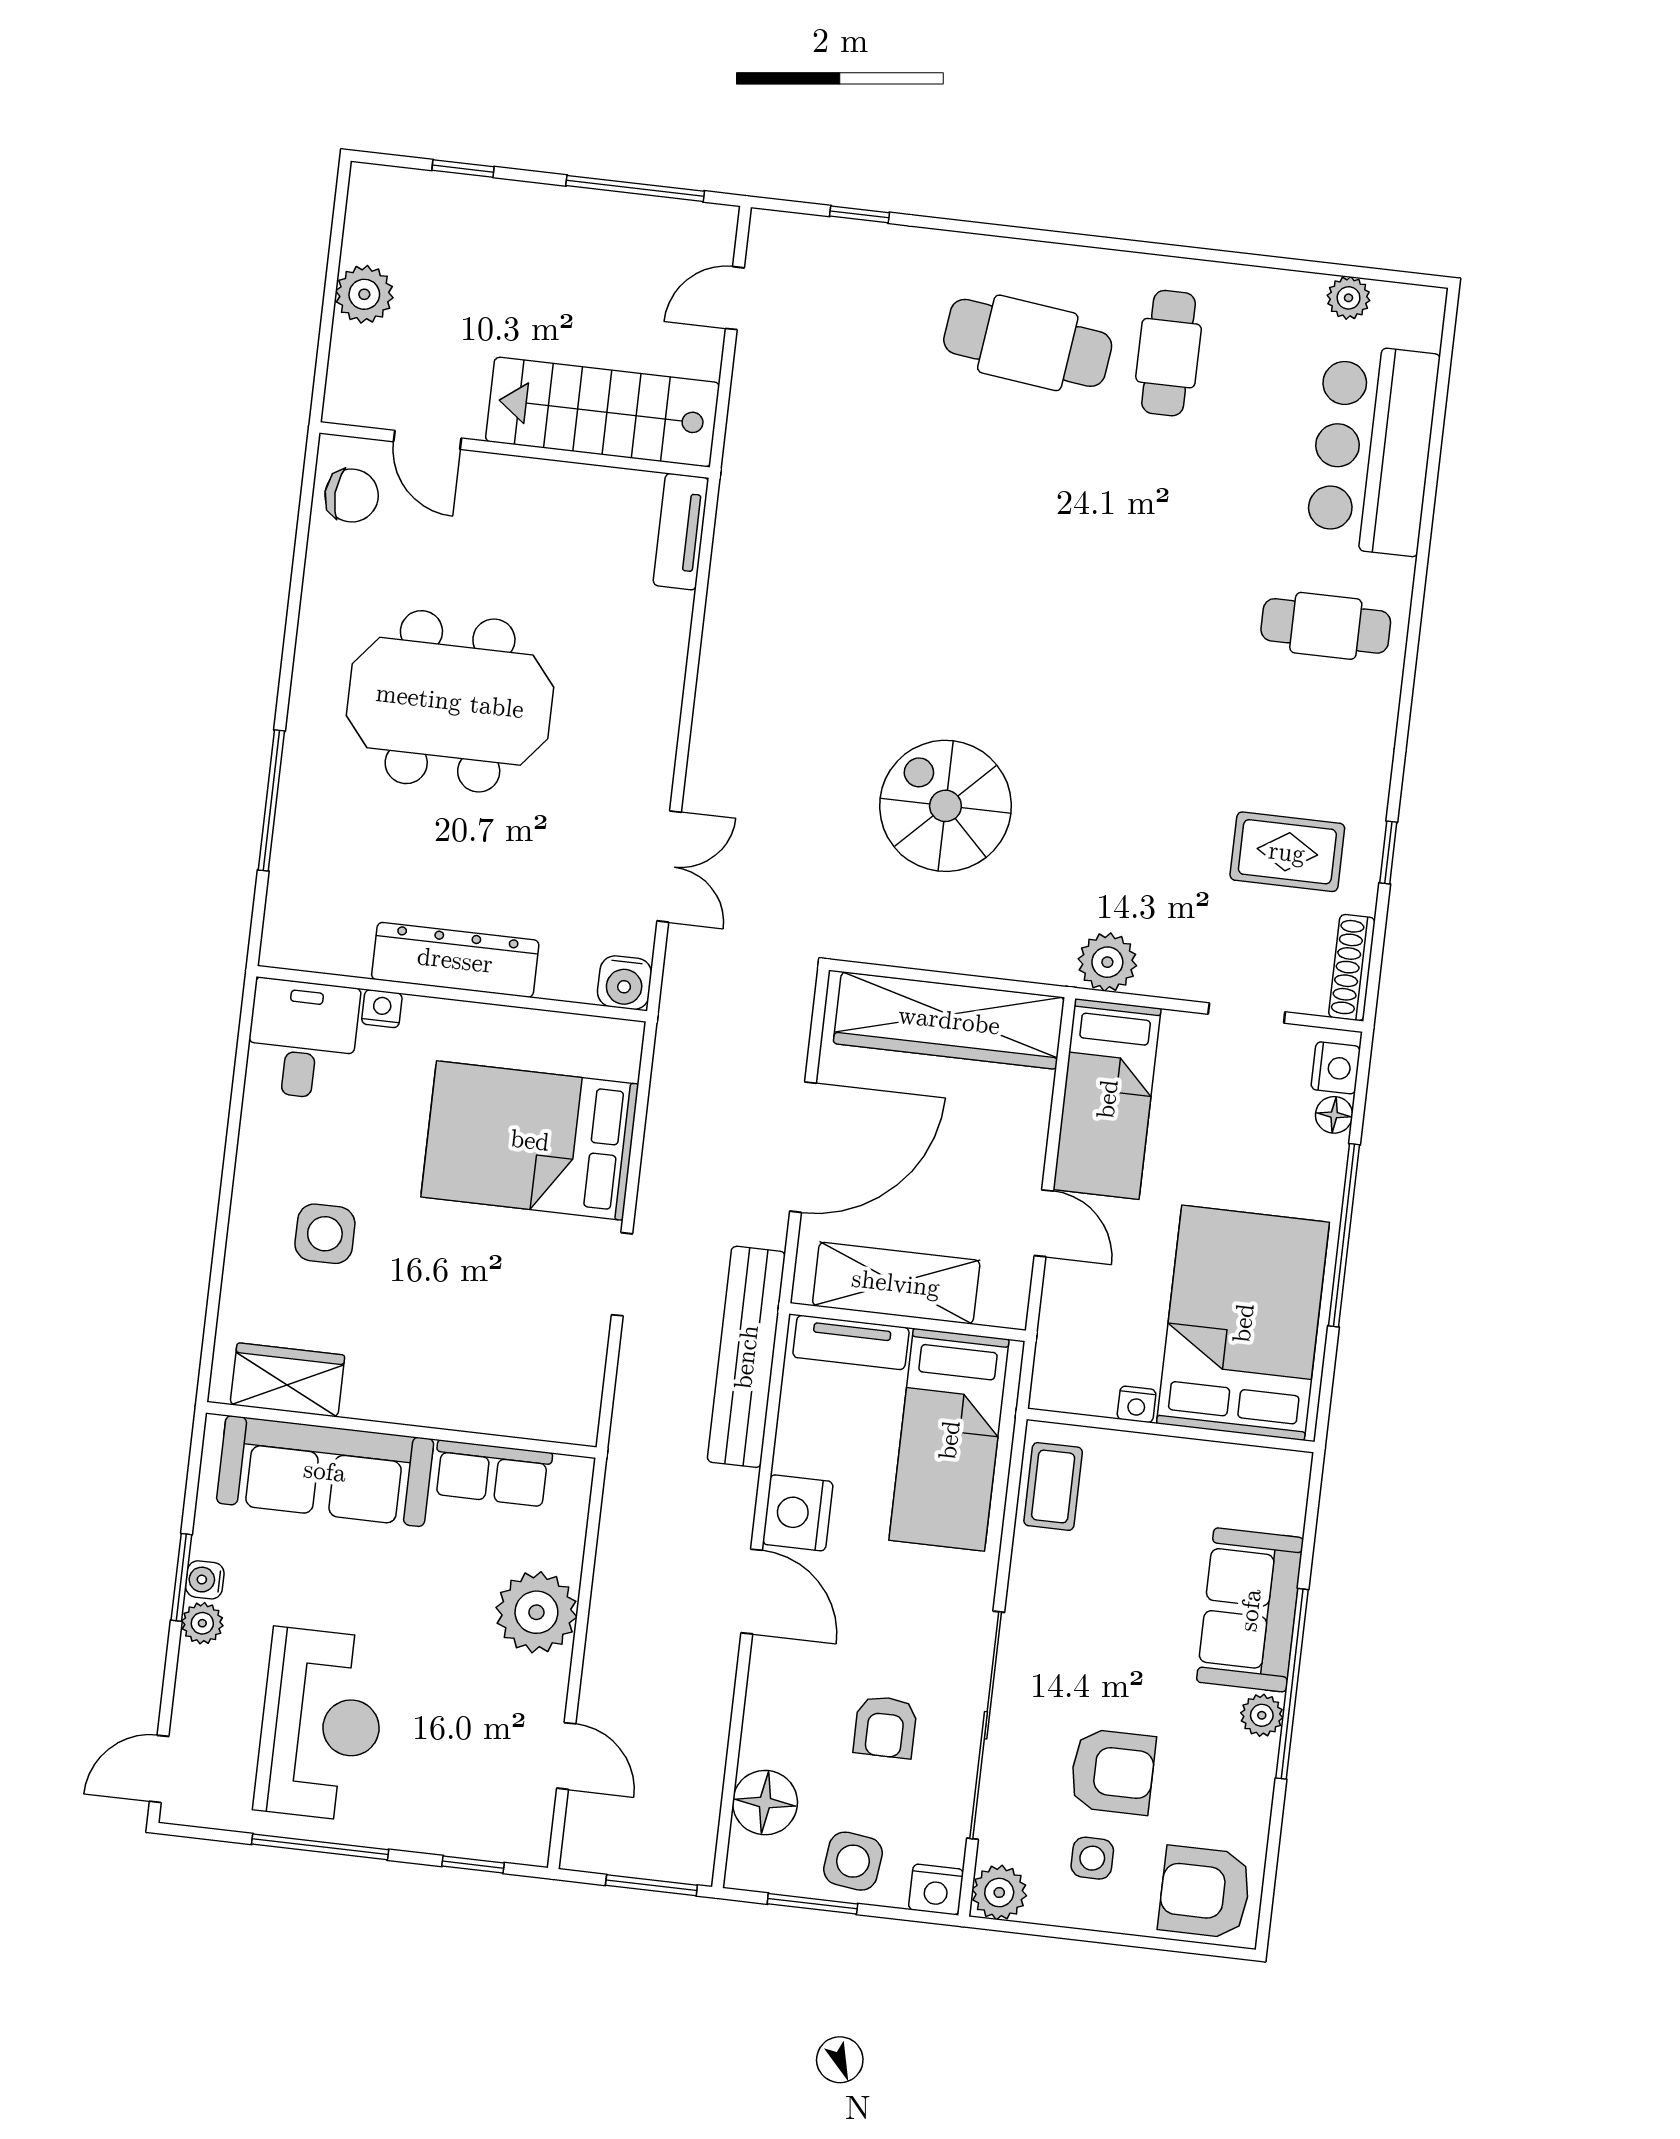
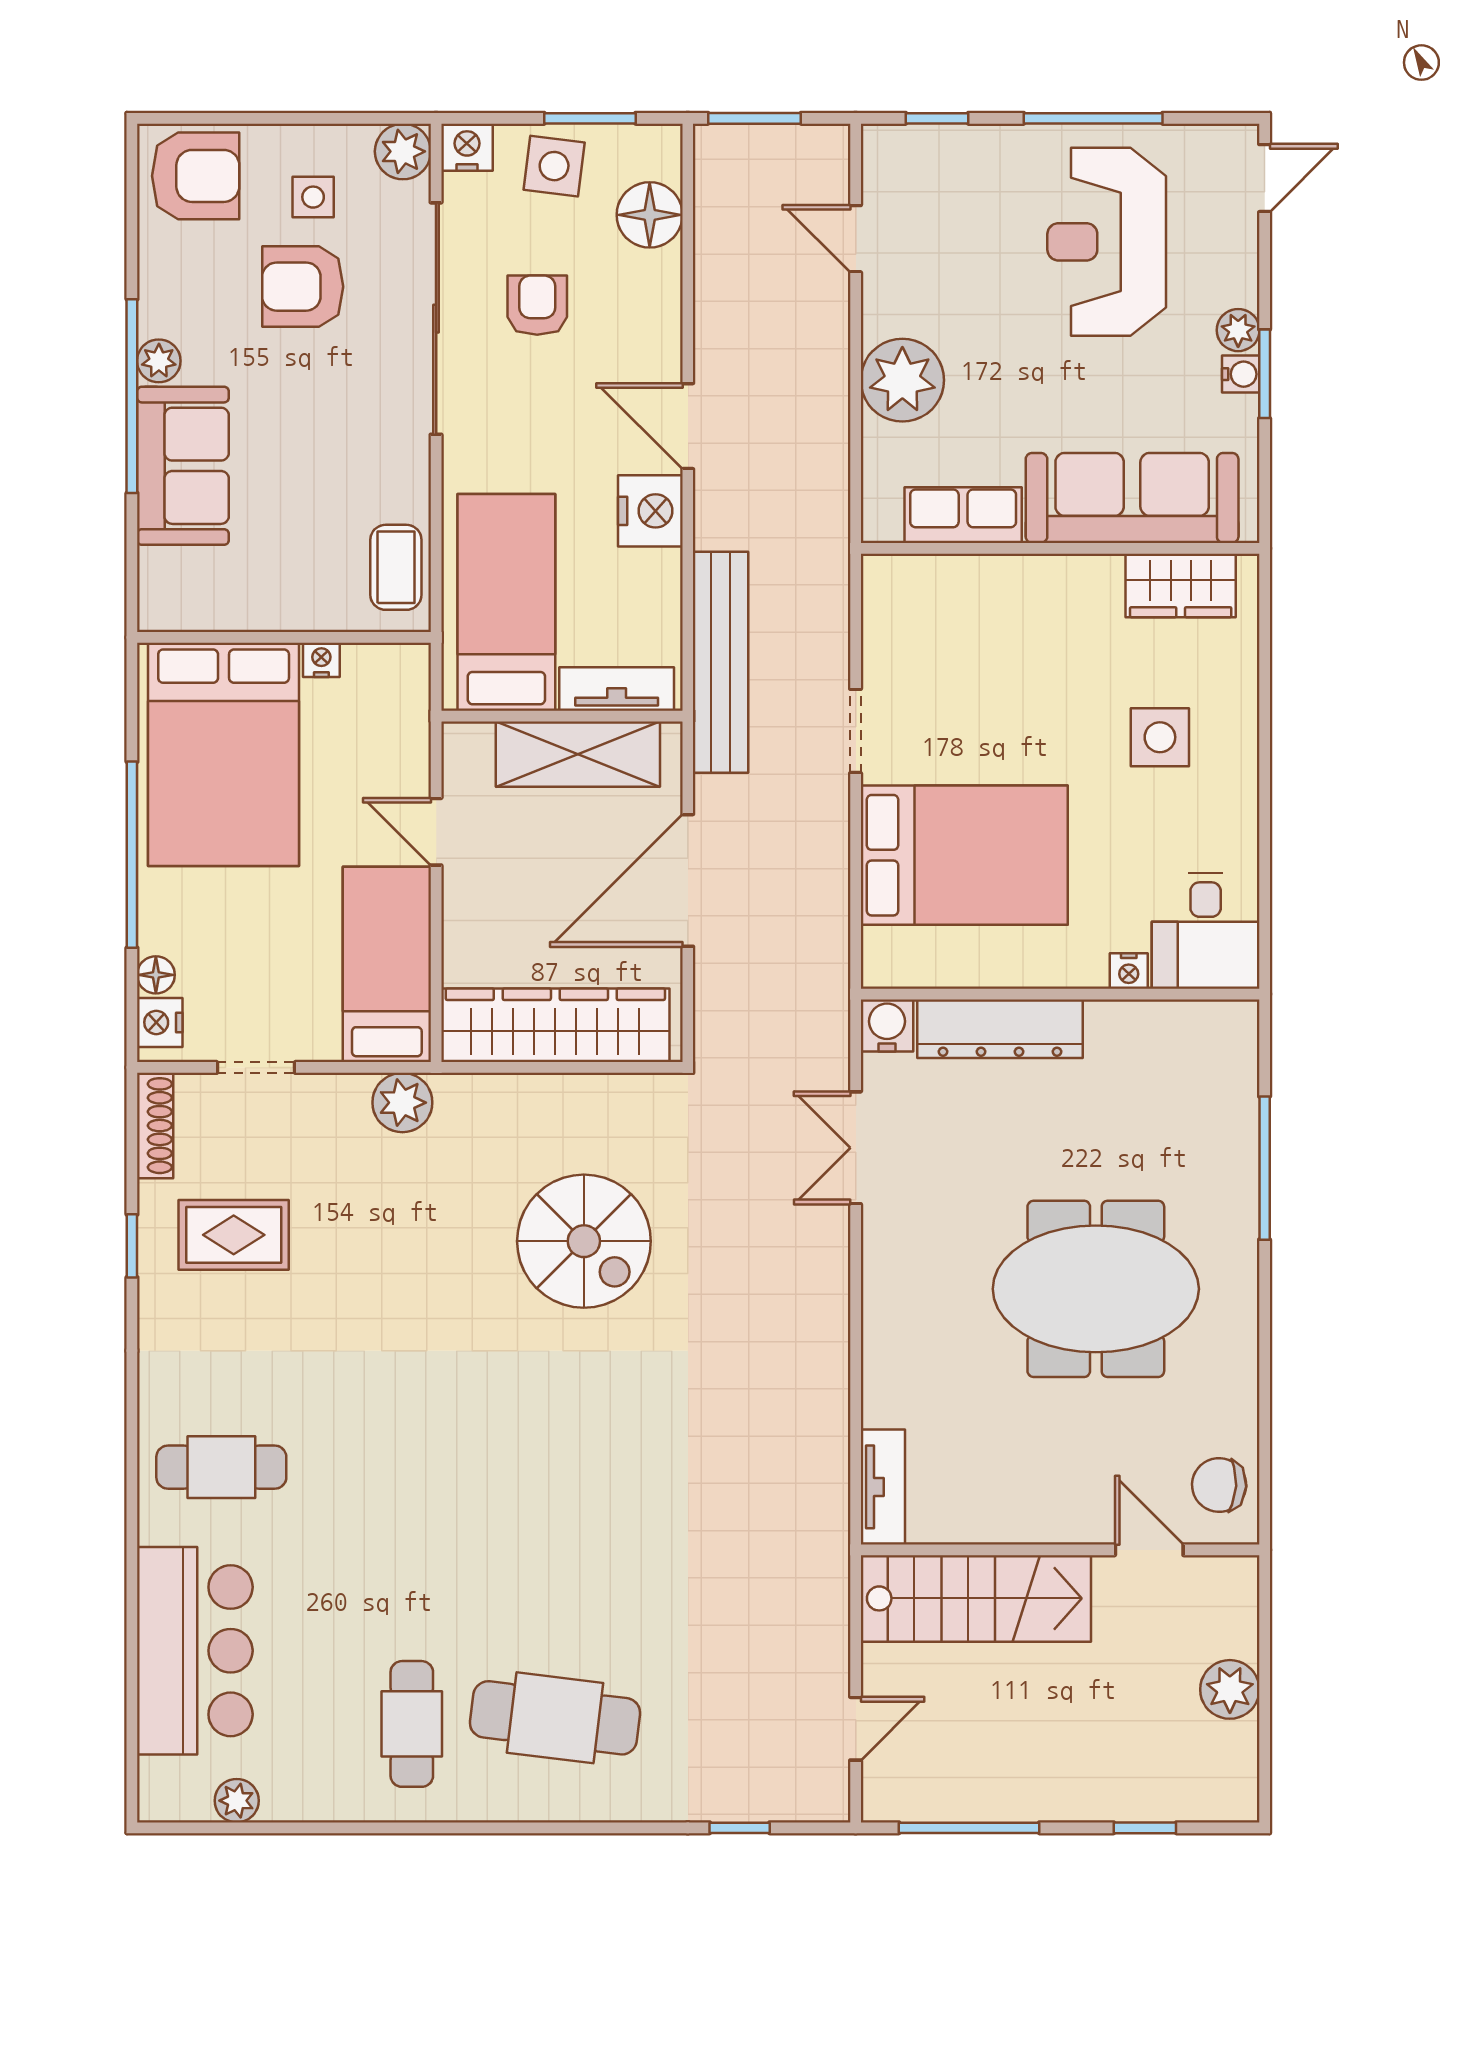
dresser: (455, 960) -> (1000, 1029), moved

